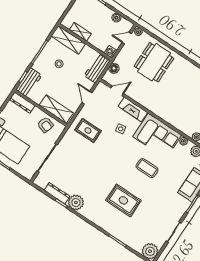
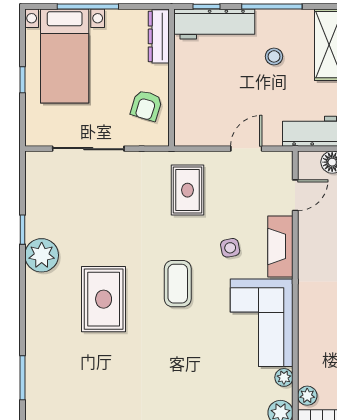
workbench: (29, 83) -> (214, 24), width x1.38
door: (117, 91) -> (295, 195), hinge flipped
shelving: (56, 109) -> (188, 106), removed
coffee table: (147, 168) -> (178, 284), moved
dresser: (57, 193) -> (35, 210), removed
rug: (123, 200) -> (104, 299), moved

